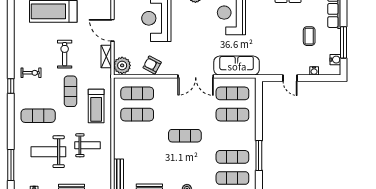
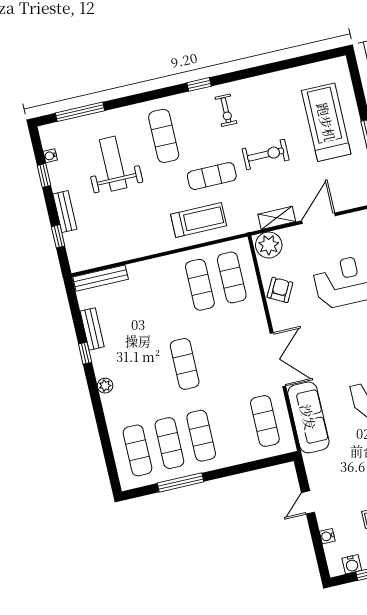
double door: (196, 76) -> (278, 360), swing flipped
treadmill: (96, 106) -> (199, 220), turned 180
exercise mat: (232, 115) -> (201, 436), moved
weight bench: (88, 145) -> (136, 221), removed

